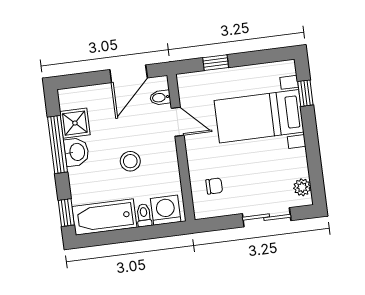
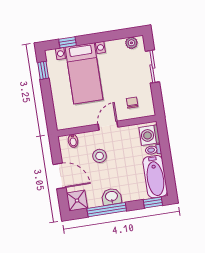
window: (216, 63) -> (43, 70), moved
door: (129, 74) -> (60, 176), moved
door: (178, 122) -> (108, 126), moved
shower: (75, 123) -> (77, 201), moved
stool: (130, 161) -> (100, 156), moved

